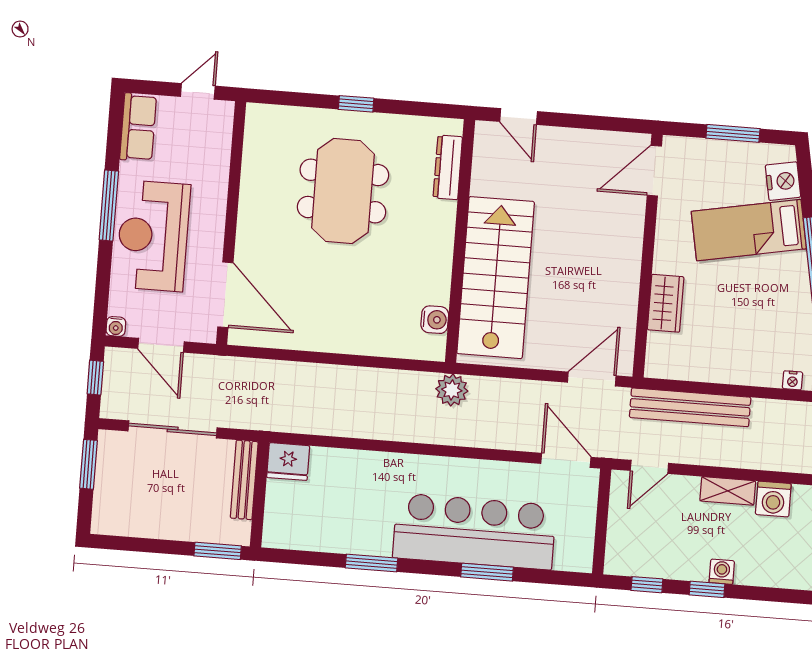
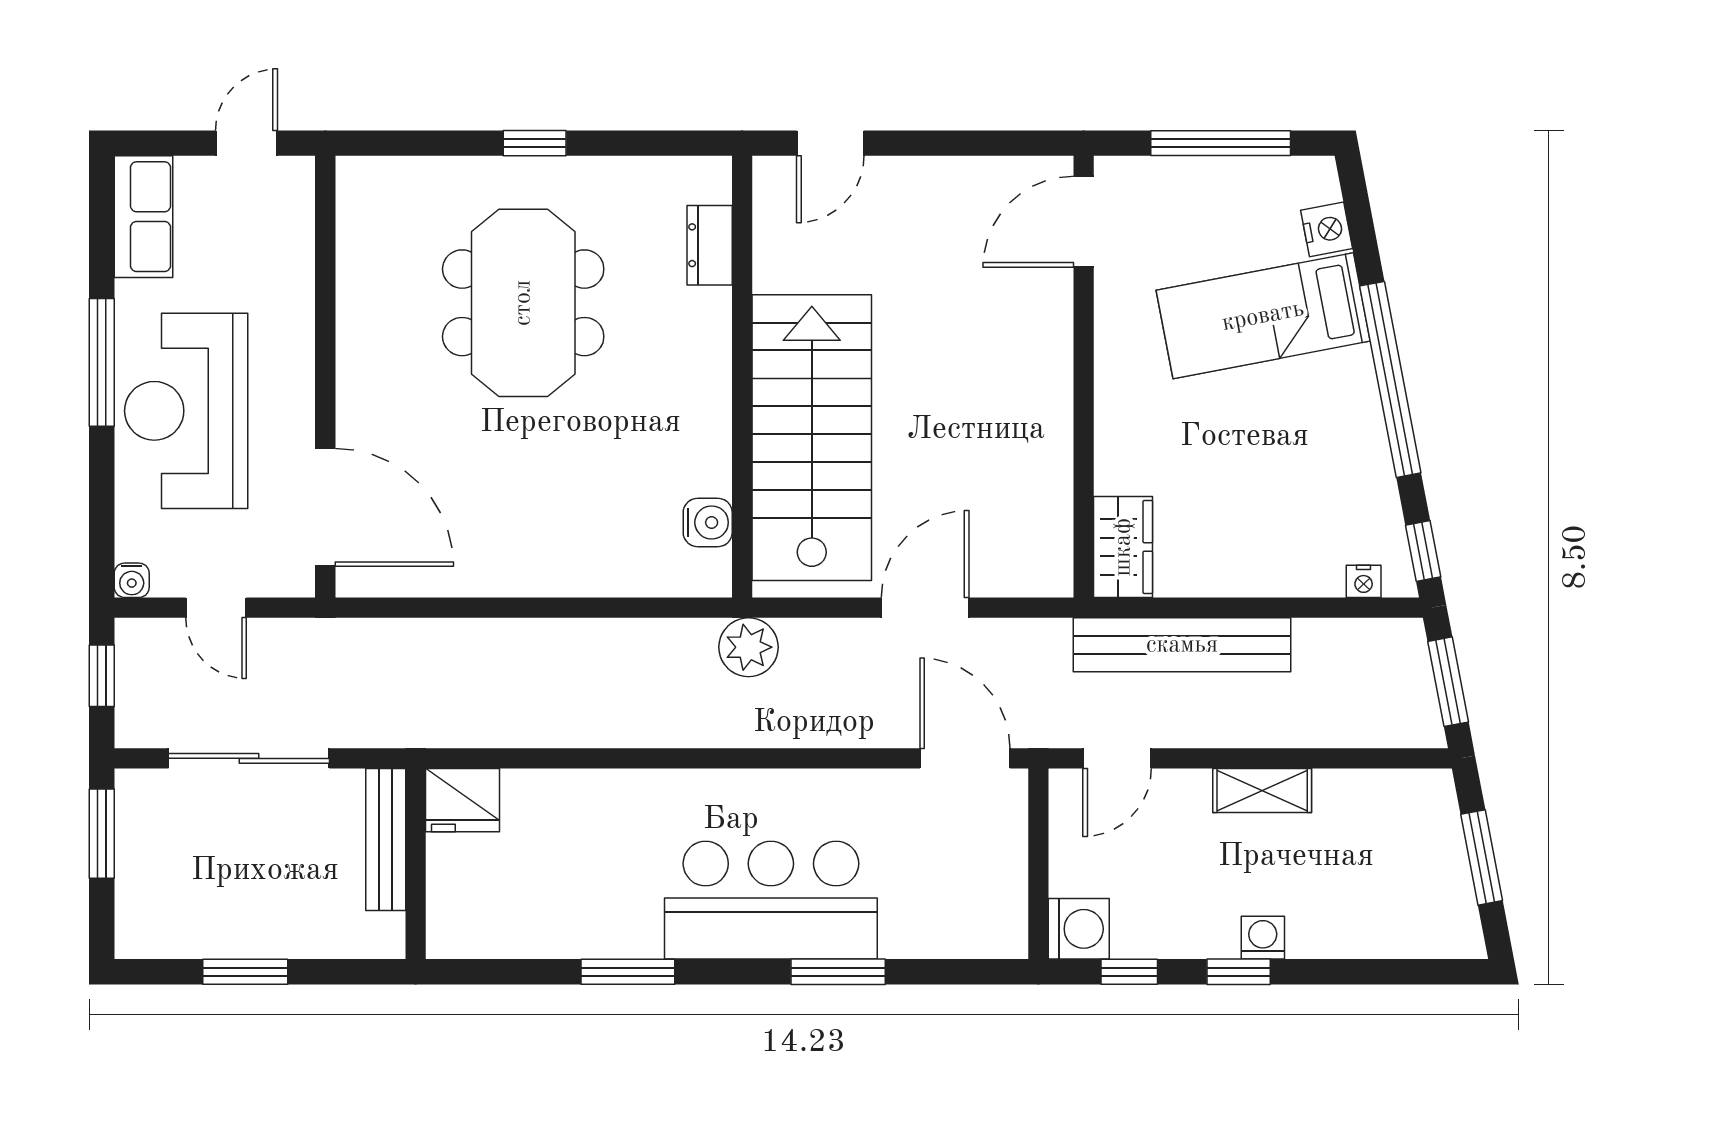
door: (519, 117) -> (830, 143), hinge flipped
window: (733, 133) -> (1221, 143), width x1.44
dresser: (448, 167) -> (710, 245), width x0.70
nightstand: (783, 181) -> (1327, 229), width x0.74, depth x0.75
wardrobe: (666, 303) -> (1123, 547), moved
door: (161, 345) -> (216, 608), width x0.73
door: (592, 379) -> (925, 608), moved
washing machine: (773, 499) -> (1079, 929), moved, turned -90
bar counter: (474, 532) -> (771, 900), width x0.73
window: (218, 551) -> (245, 972), moved

